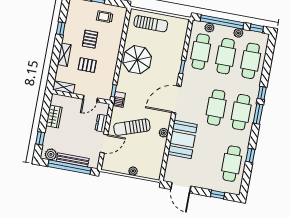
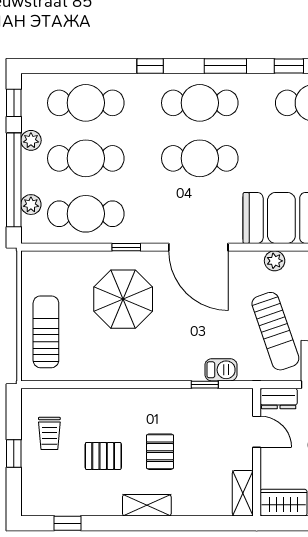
window: (61, 28) -> (67, 523), moved
parasol: (137, 60) -> (123, 299), moved
shelving: (64, 87) -> (243, 493), moved
wall: (81, 97) -> (257, 452), moved
door: (90, 99) -> (257, 432), moved
window: (258, 114) -> (225, 66), moved

